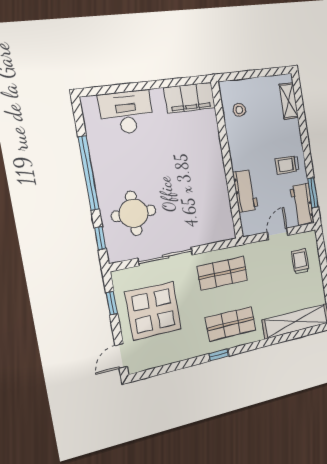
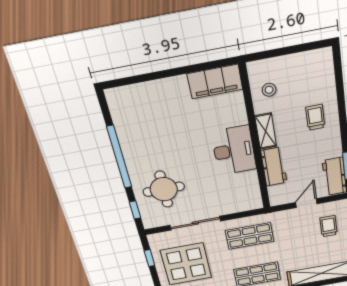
shelving: (289, 101) -> (266, 131), moved
desk: (126, 112) -> (234, 150), moved, turned 90
trolley: (287, 165) -> (315, 117), moved, turned 90

